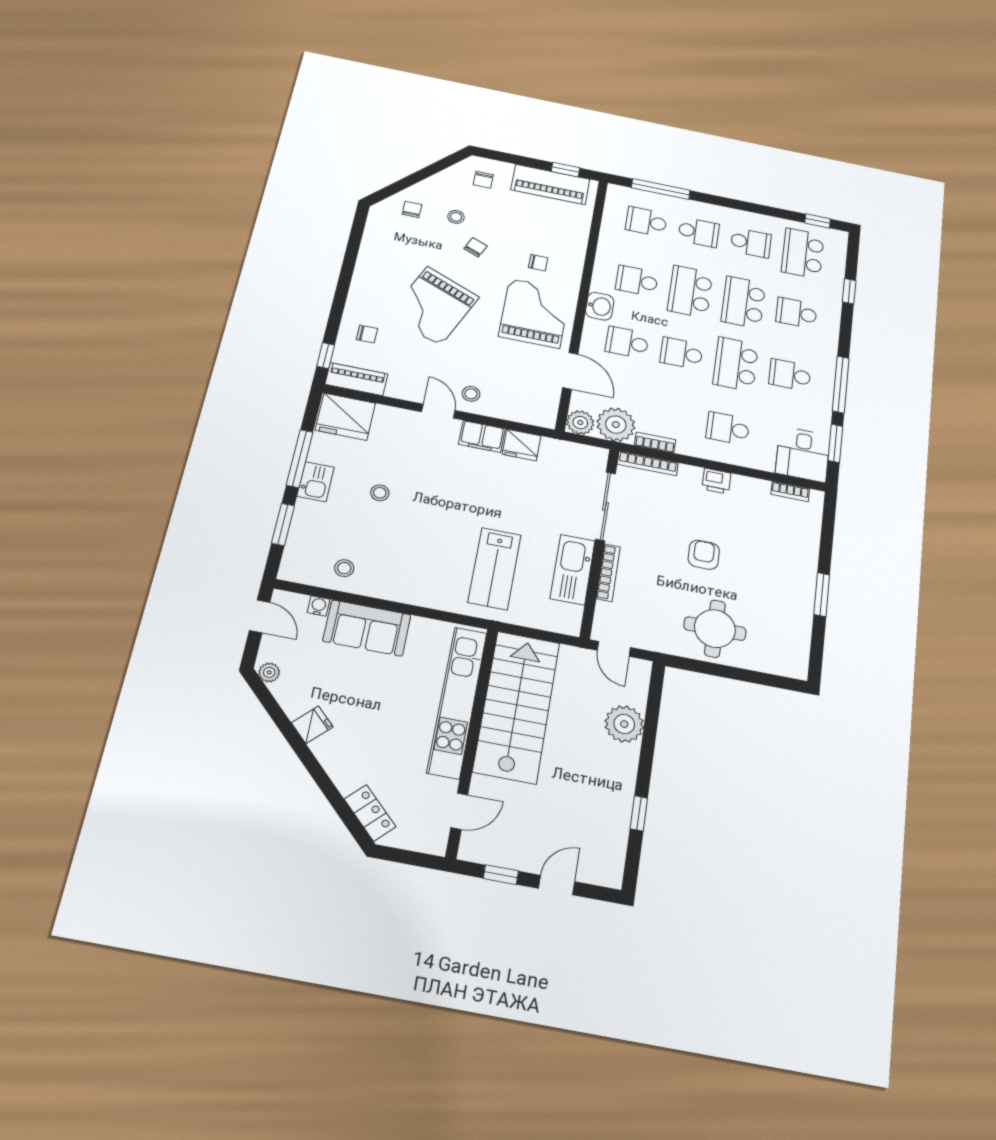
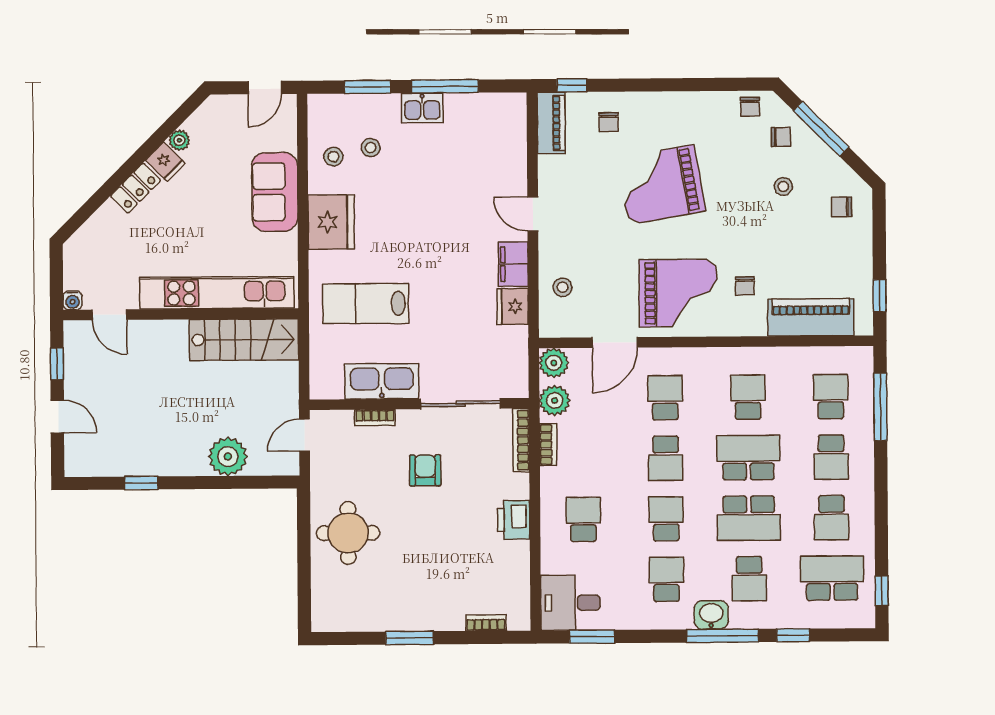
window: (412, 180) -> (821, 129), added
piano: (550, 184) -> (811, 317), moved, turned 90
chair: (476, 247) -> (750, 107), moved, turned 67
school desk: (743, 302) -> (749, 518), turned 180
grand piano: (434, 306) -> (661, 185), turned -33
washbasin: (600, 306) -> (711, 615), moved, turned 180
school desk: (796, 313) -> (749, 579), turned 180
school desk: (681, 353) -> (666, 458), turned 180
school desk: (736, 364) -> (666, 519), width x0.54
window: (841, 384) -> (722, 636), moved
stool: (471, 394) -> (563, 287), moved
door: (438, 411) -> (533, 214), swing flipped
fridge: (345, 417) -> (331, 222), moved, turned 180
plant: (616, 425) -> (555, 400), width x0.73, depth x0.73
printer: (716, 481) -> (514, 520), width x1.36, depth x1.24
bookcase: (790, 492) -> (486, 623), moved, turned 90
stool: (380, 493) -> (371, 148), moved
armchair: (704, 555) -> (425, 470), moved, turned -90
bookcase: (608, 573) -> (375, 418), width x0.64
water cooler: (319, 606) -> (72, 300), moved, turned 90
plant: (269, 672) -> (179, 140), moved
stairs: (517, 707) -> (244, 340), width x0.73, depth x0.66
locker: (370, 813) -> (136, 188), moved

